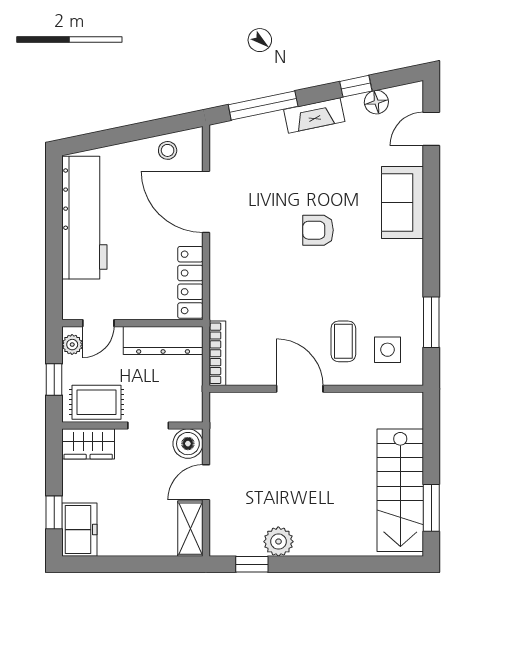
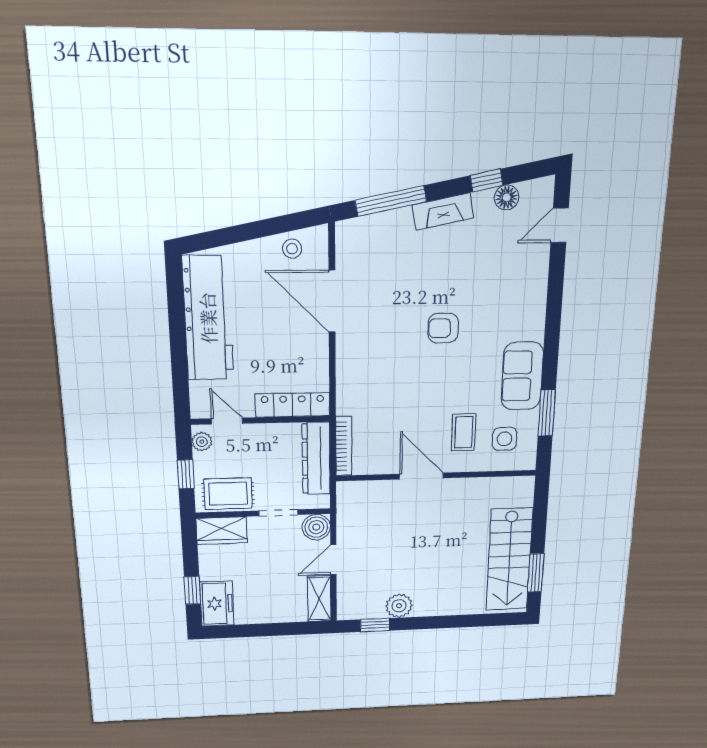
sofa: (403, 203) -> (522, 376), moved
locker: (190, 282) -> (293, 405), moved, turned 90
door: (98, 323) -> (227, 421), swing flipped
dresser: (163, 340) -> (316, 458), moved, turned 90

